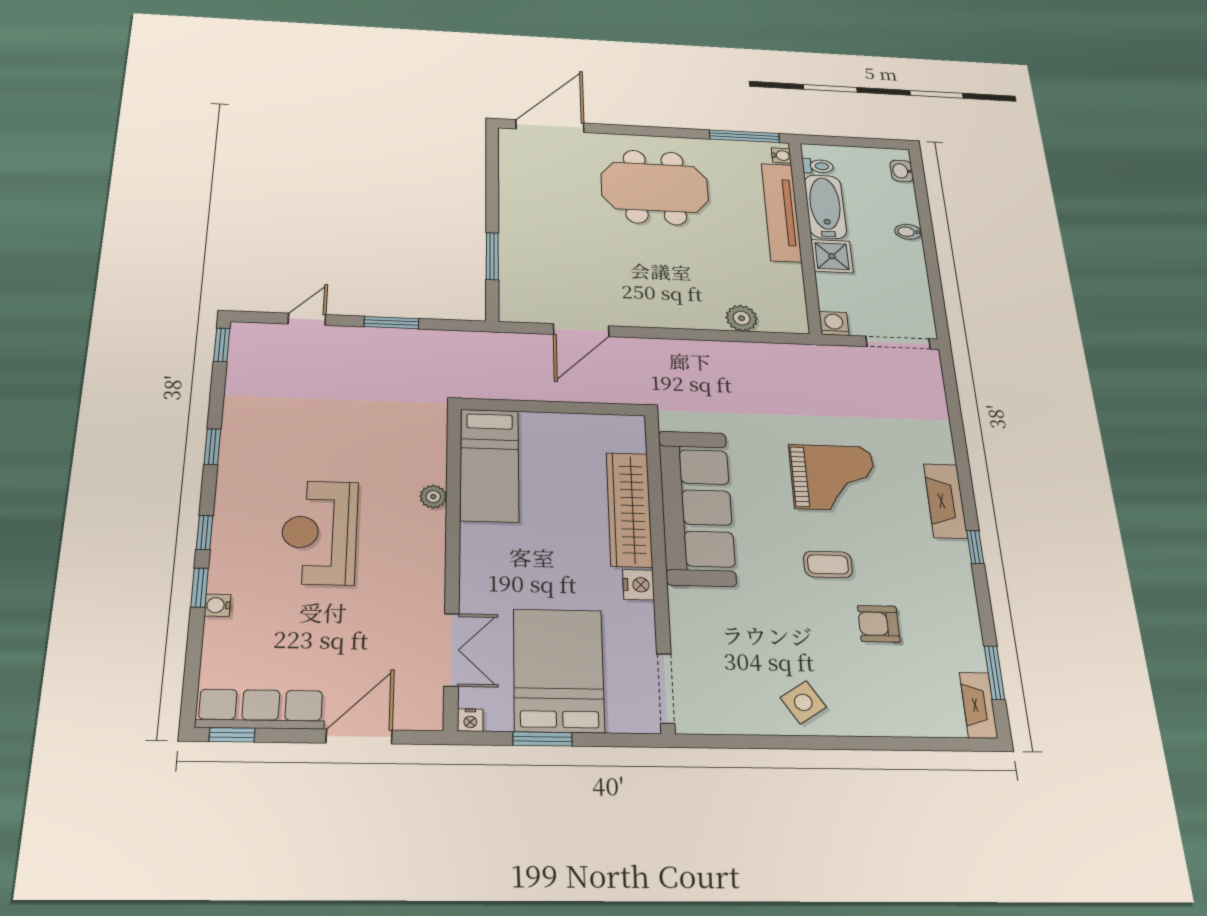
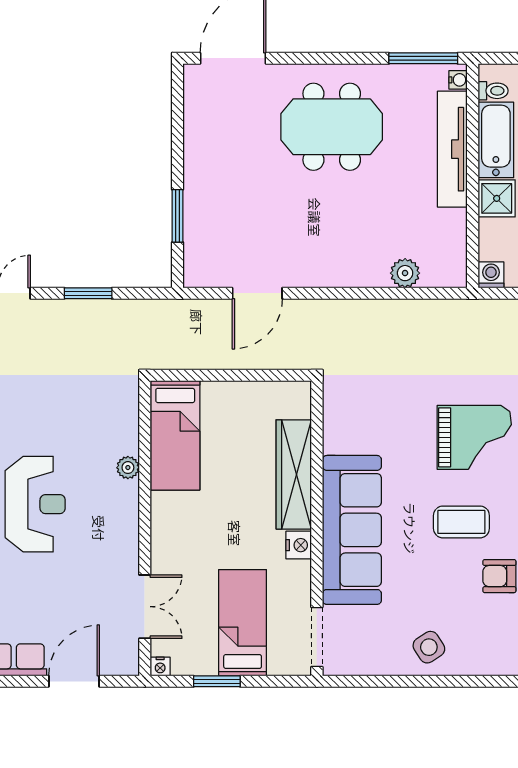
sofa: (697, 507) -> (352, 530), moved
reception desk: (319, 532) -> (35, 504), turned 180
coffee table: (828, 564) -> (461, 522), width x1.36, depth x1.30
bed: (559, 670) -> (243, 623), width x0.67

